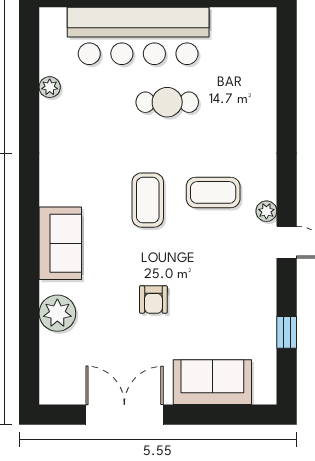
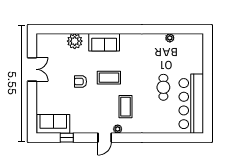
bar counter: (138, 36) -> (191, 104), moved
coffee table: (148, 200) -> (109, 78), moved
sofa: (212, 382) -> (53, 124), moved, turned -90
double door: (124, 415) -> (32, 69), width x0.73

